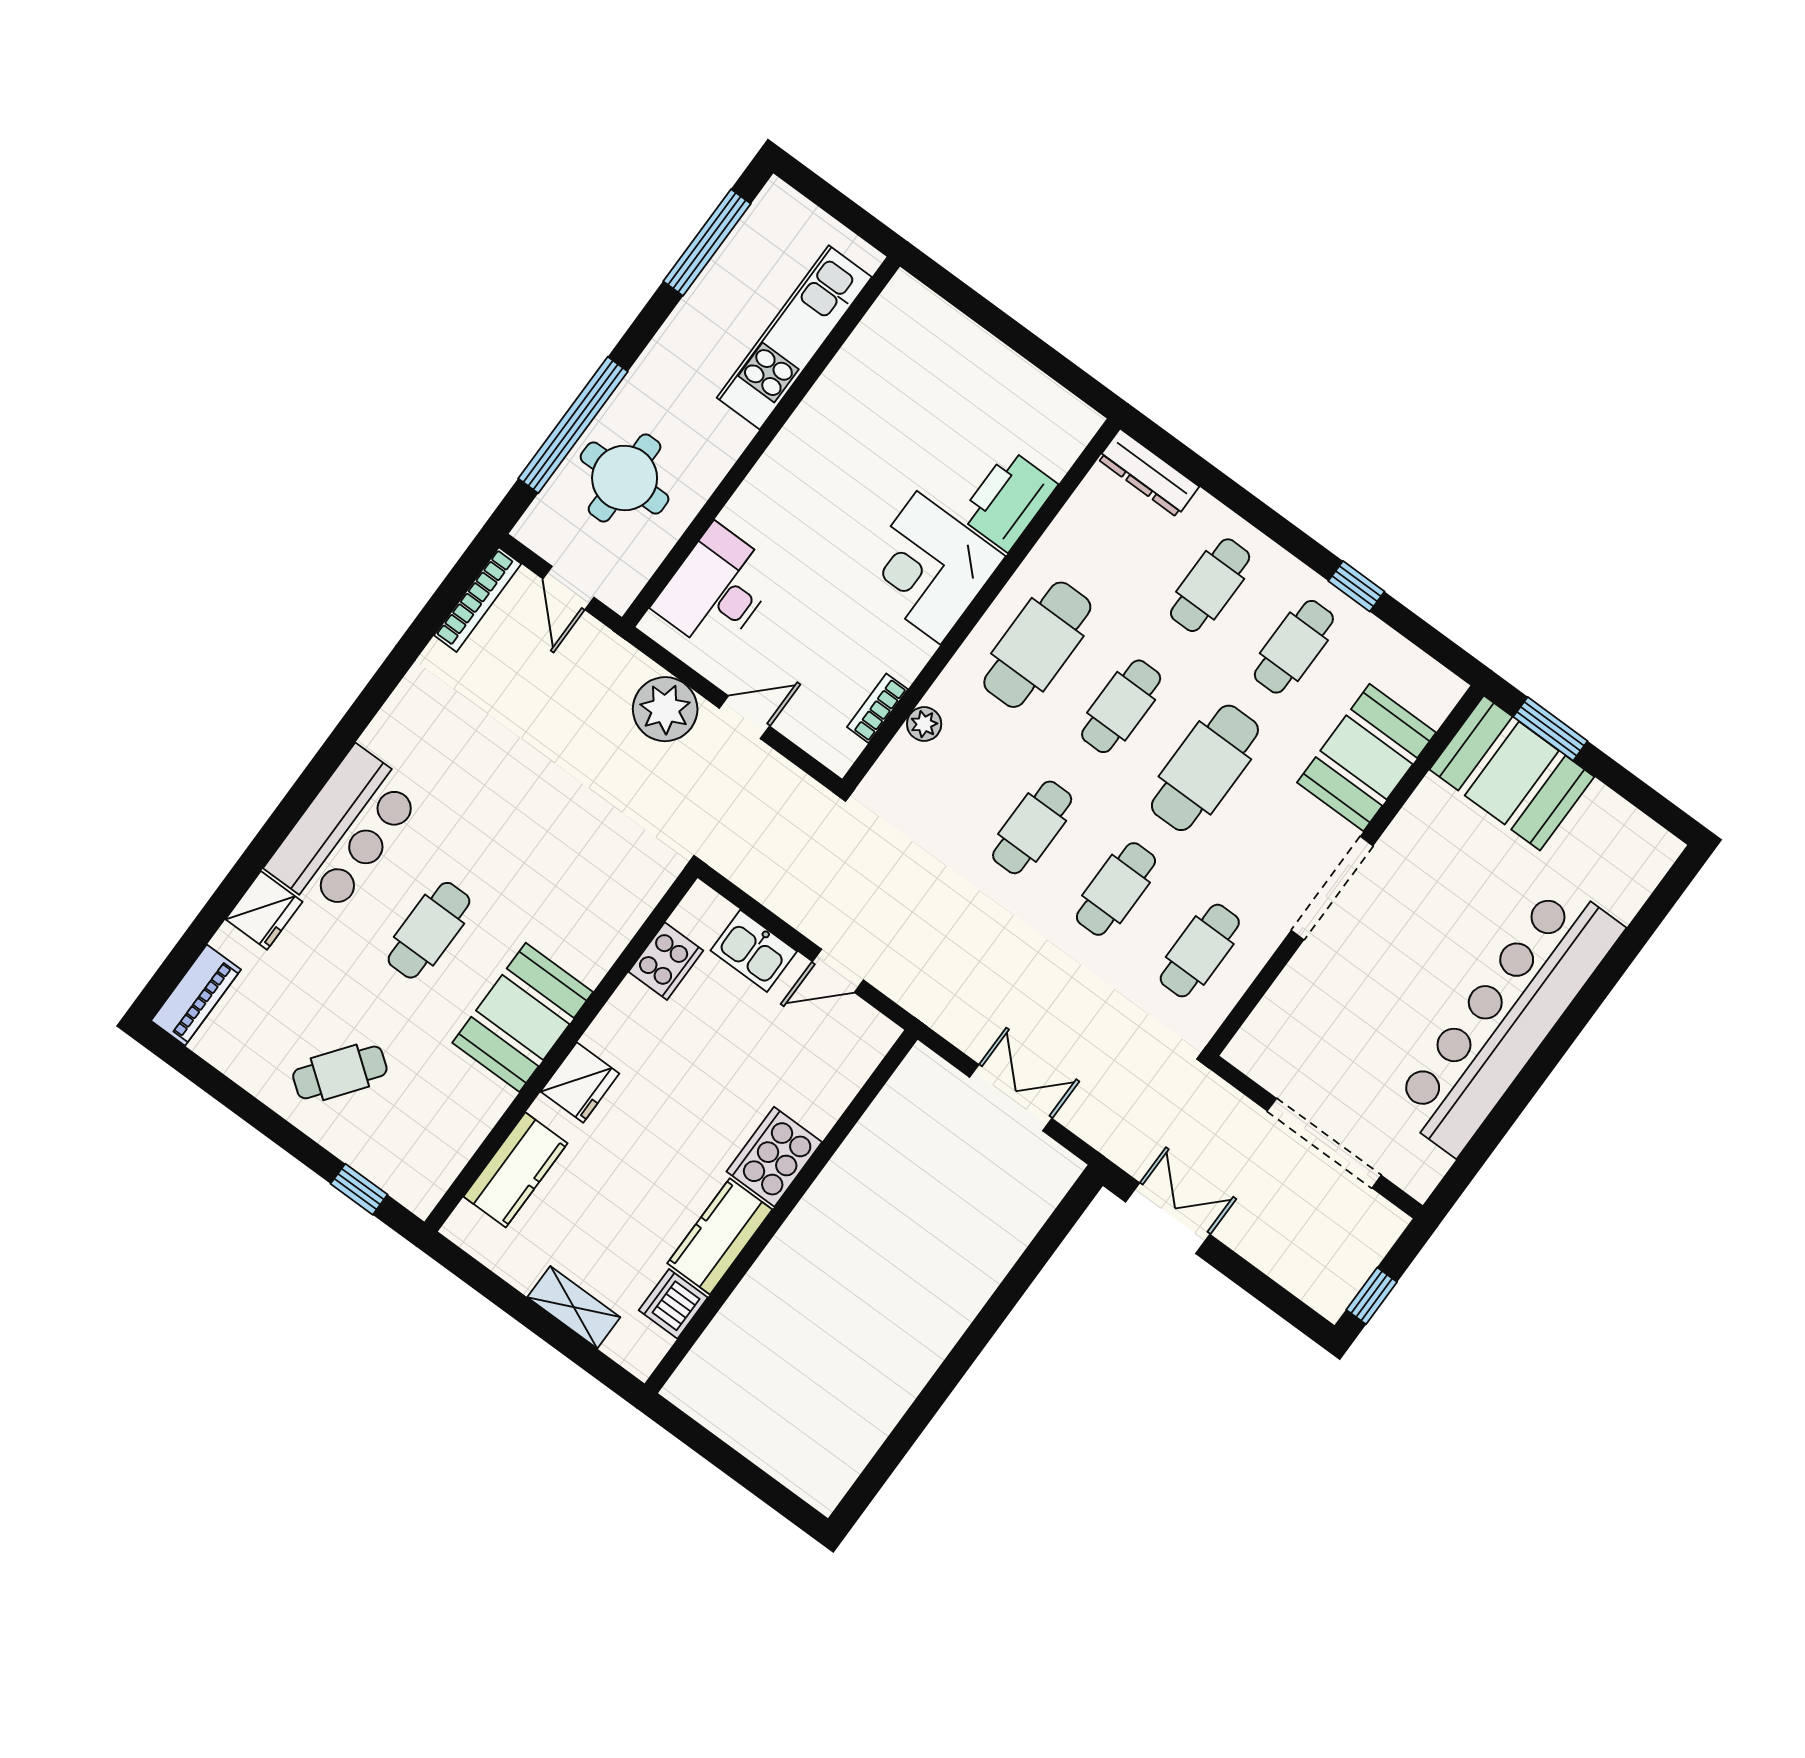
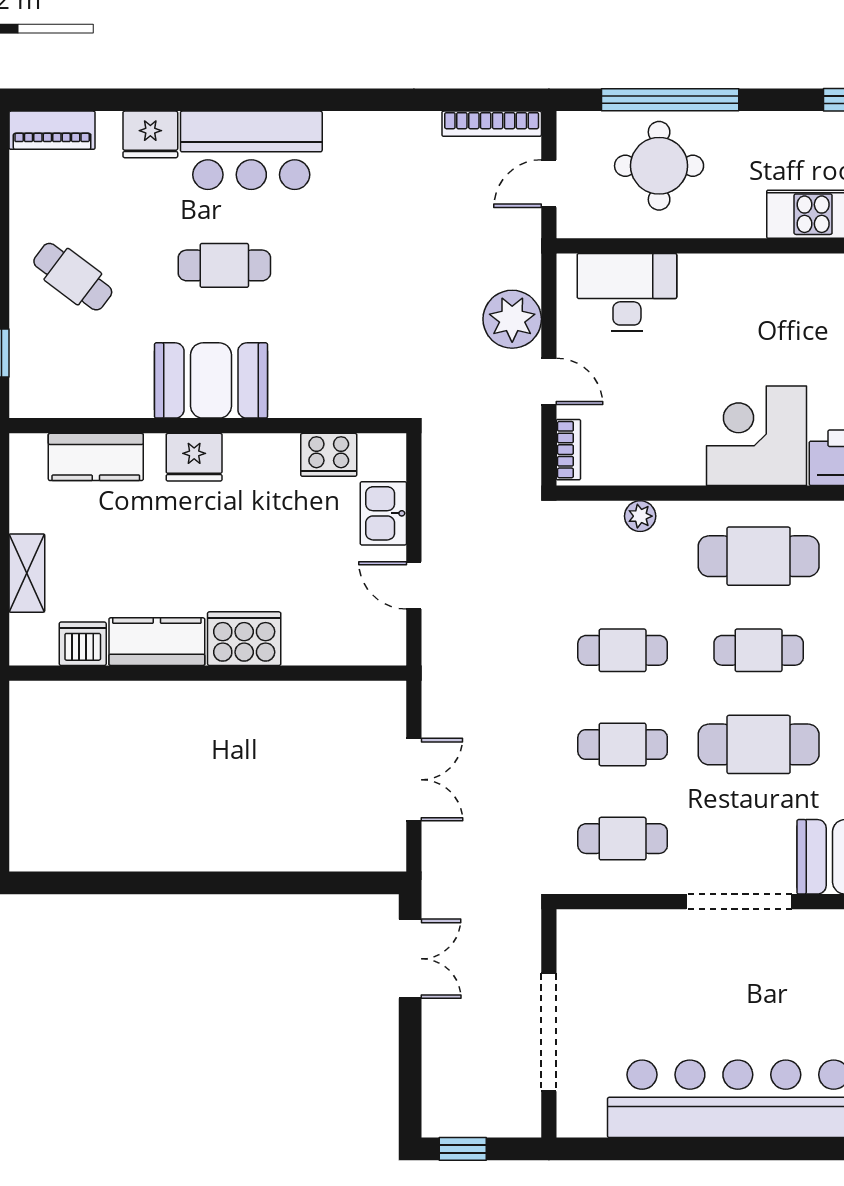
bookcase: (877, 708) -> (568, 450), moved, turned 90

